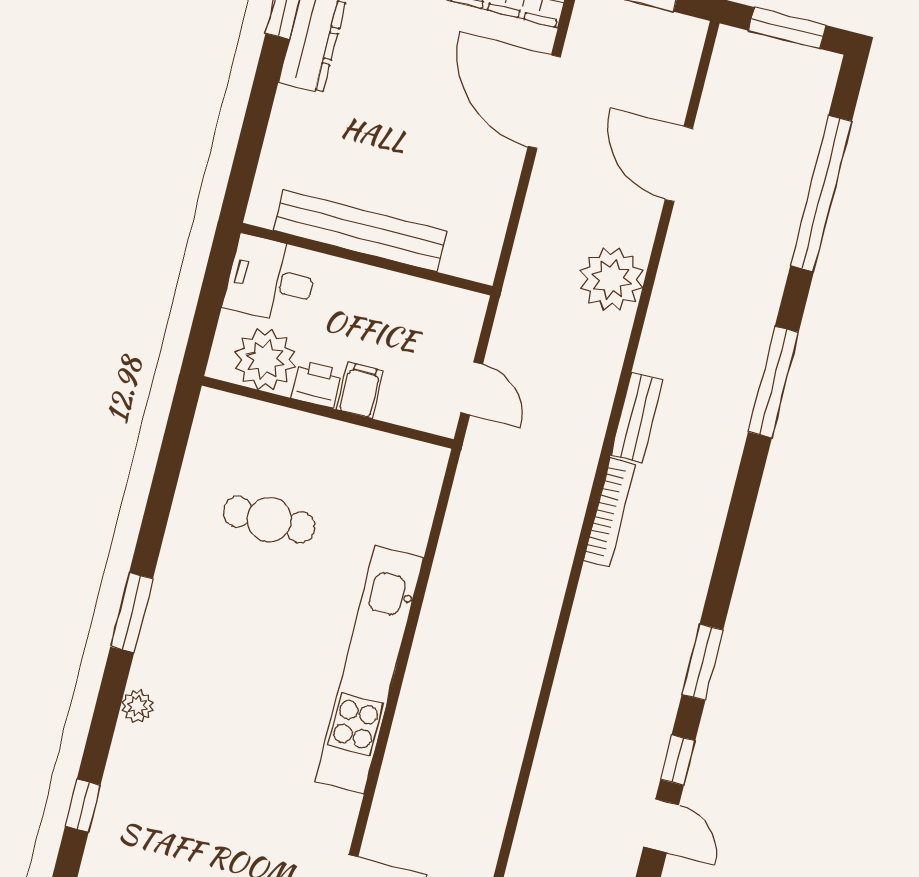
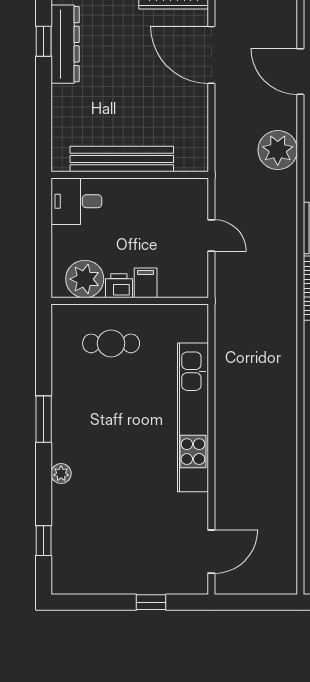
plant: (265, 360) -> (85, 279), moved
printer: (317, 384) -> (119, 286), moved
filing cabinet: (360, 390) -> (146, 283), moved
wall: (328, 412) -> (130, 301), moved

